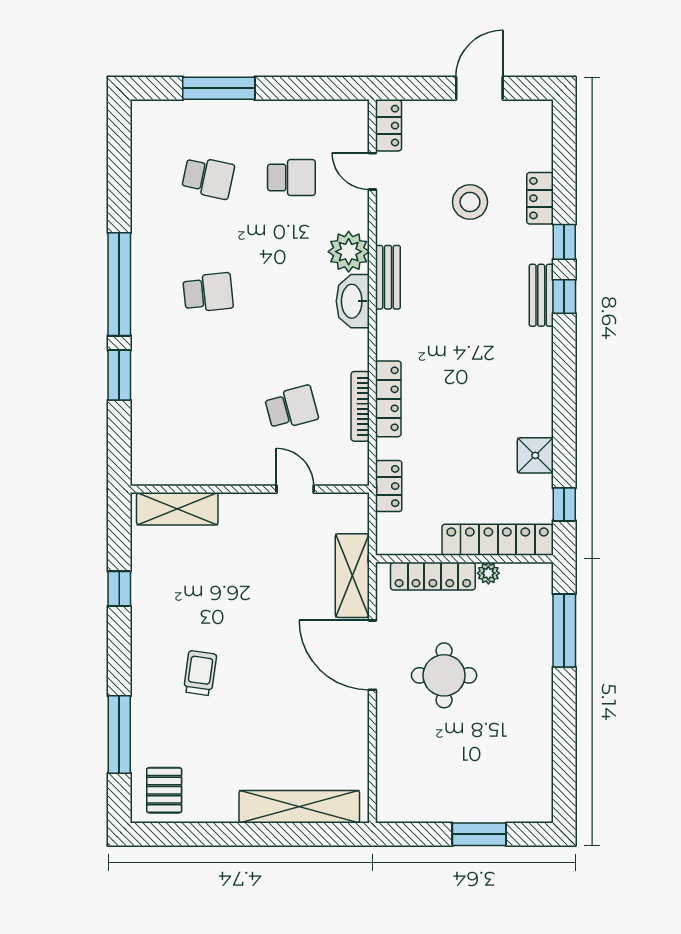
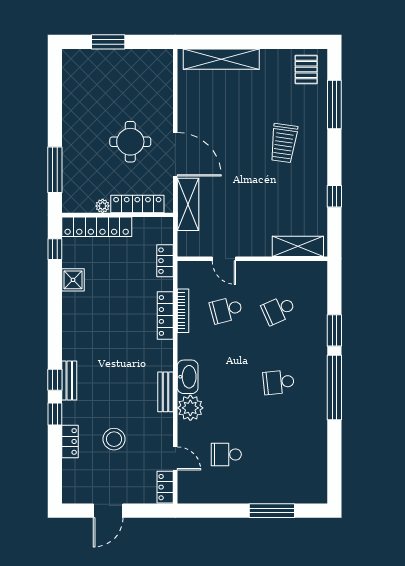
school desk: (208, 178) -> (279, 310), moved, turned -36
trolley: (200, 673) -> (284, 143), width x1.36, depth x1.39

